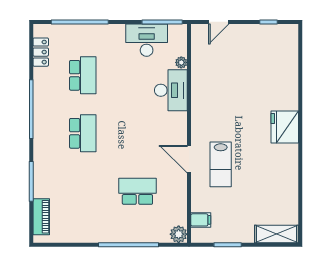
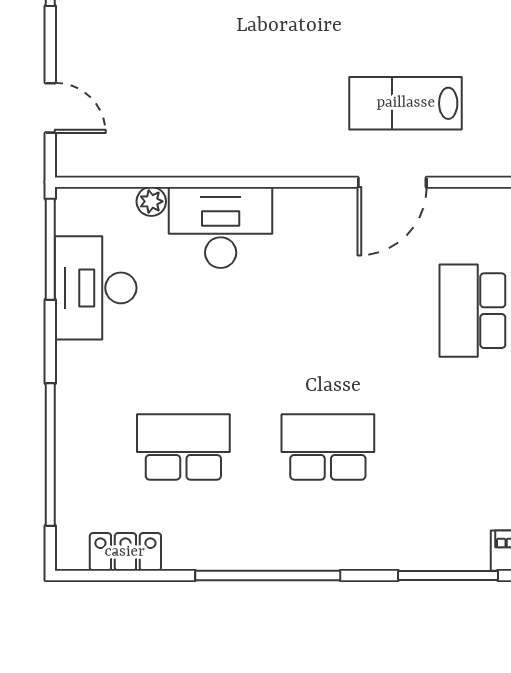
lab bench: (221, 164) -> (406, 103), turned 180

